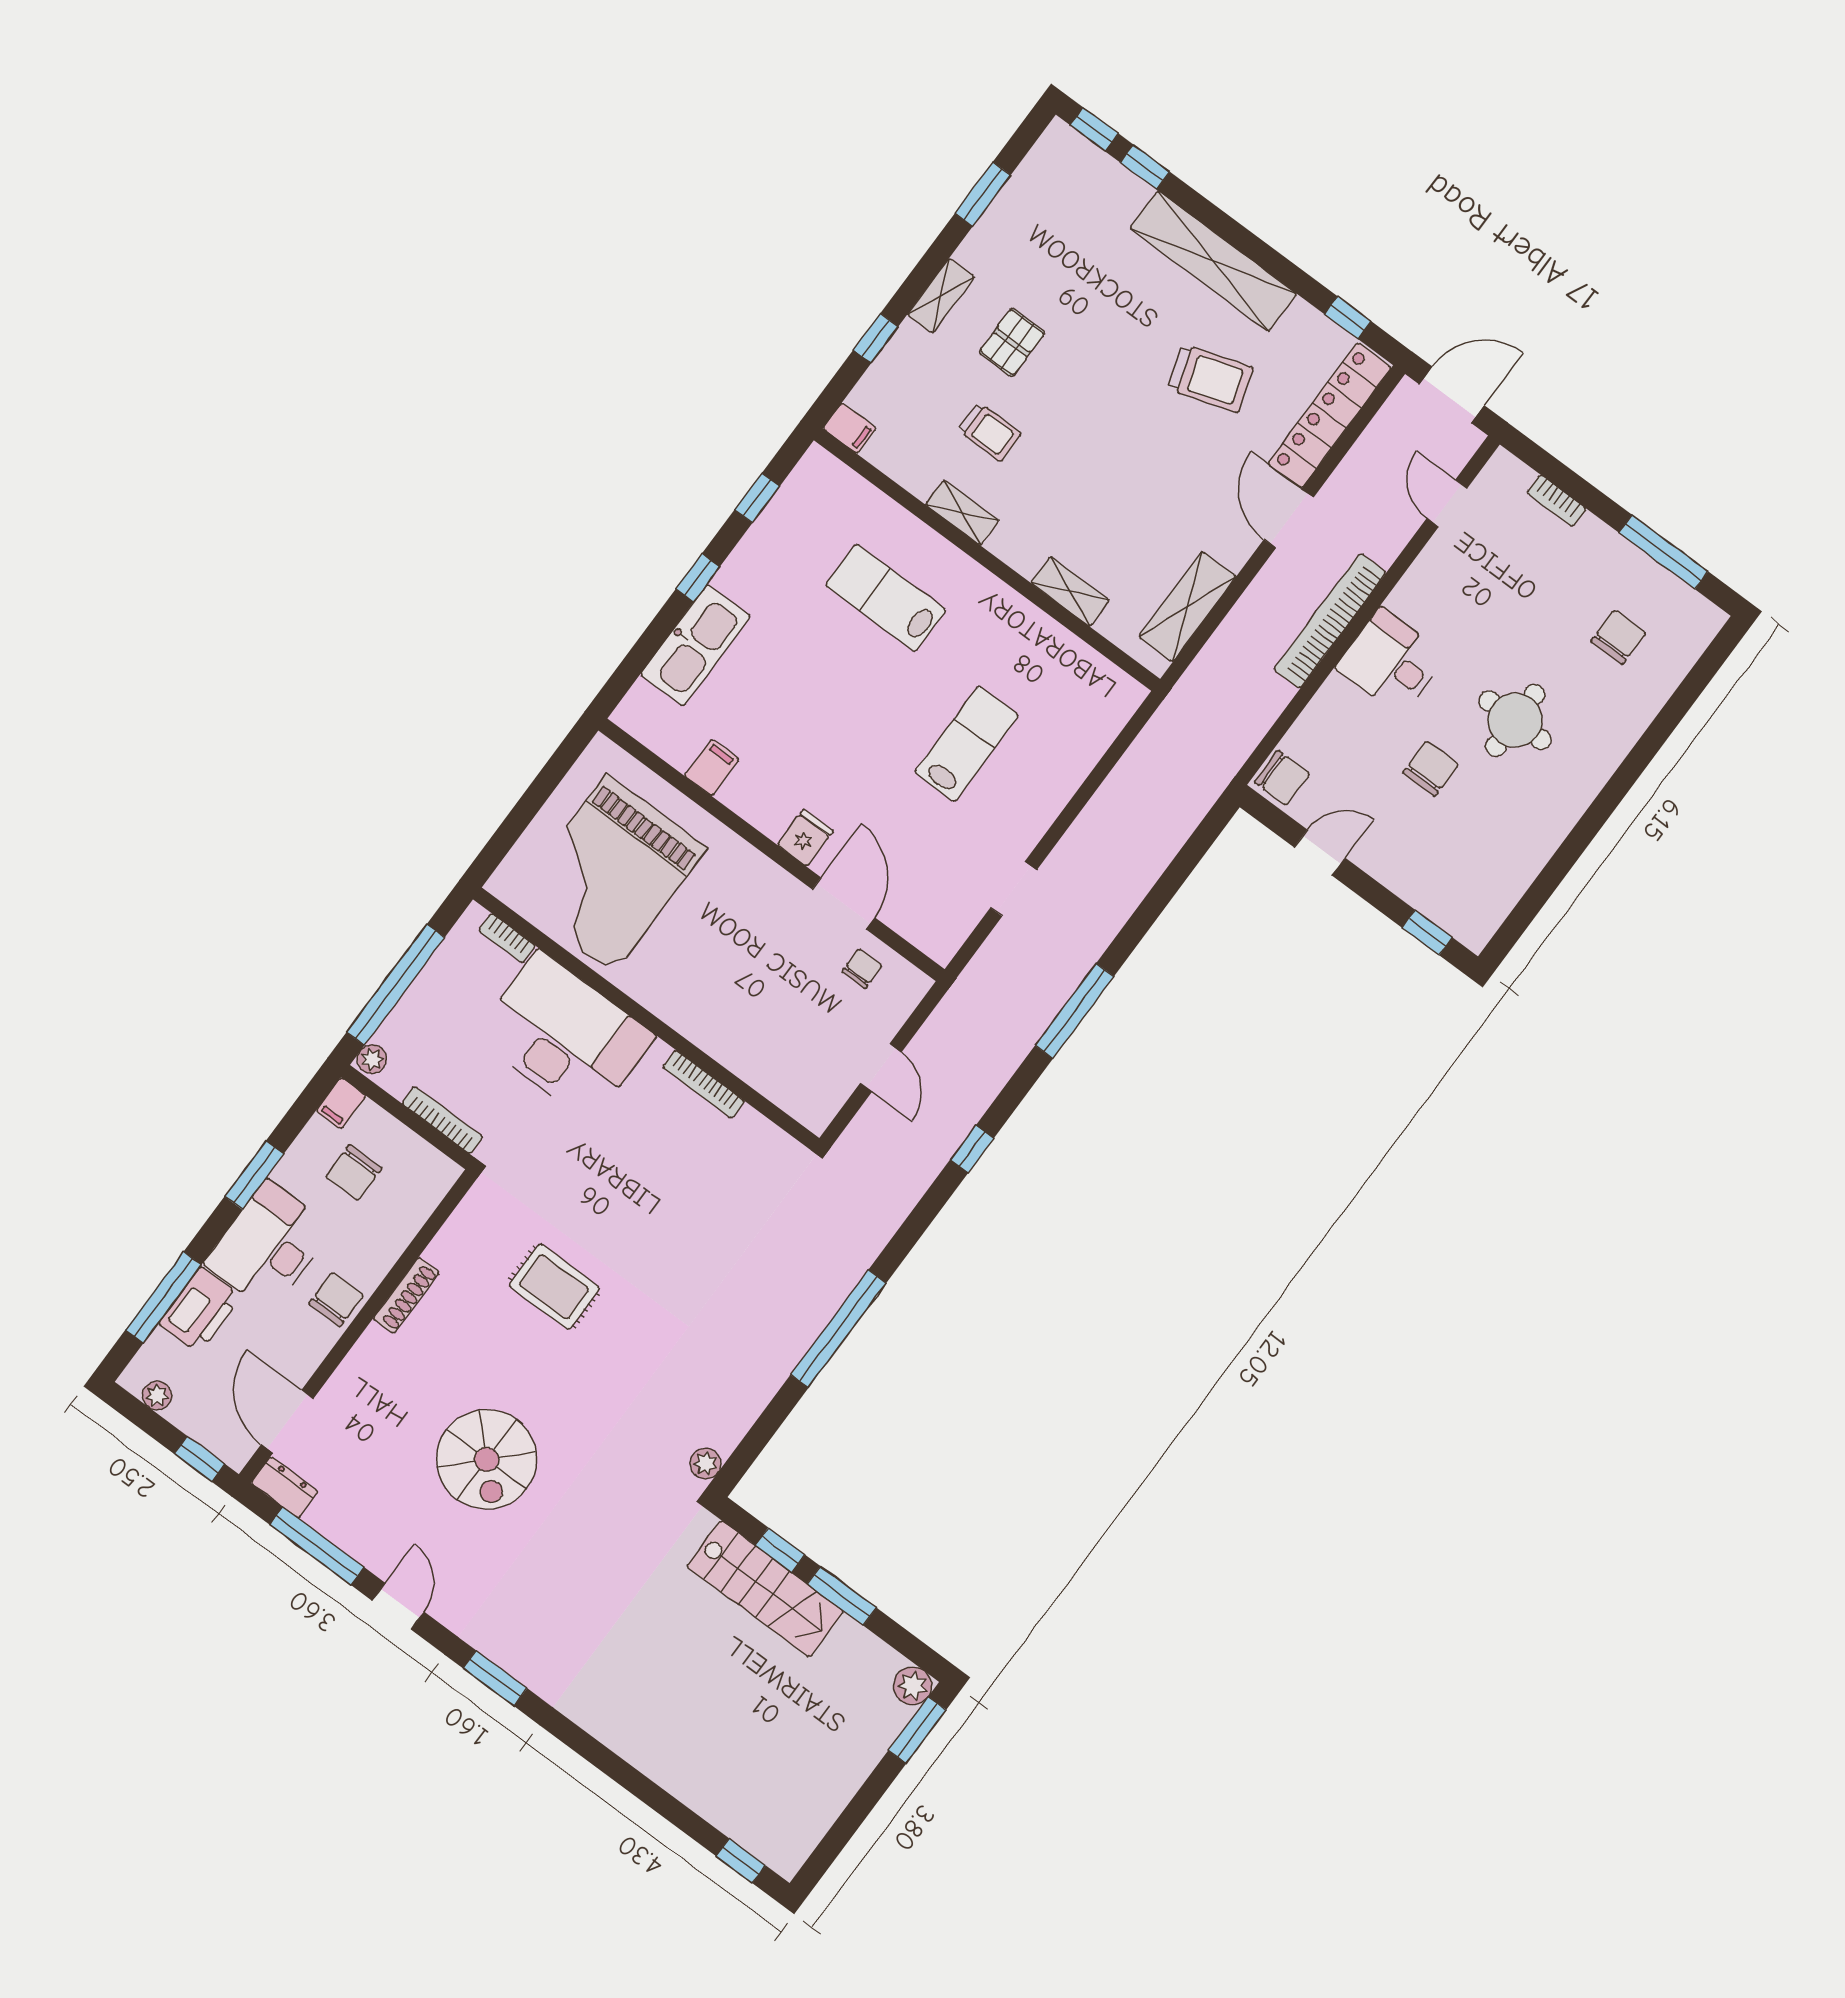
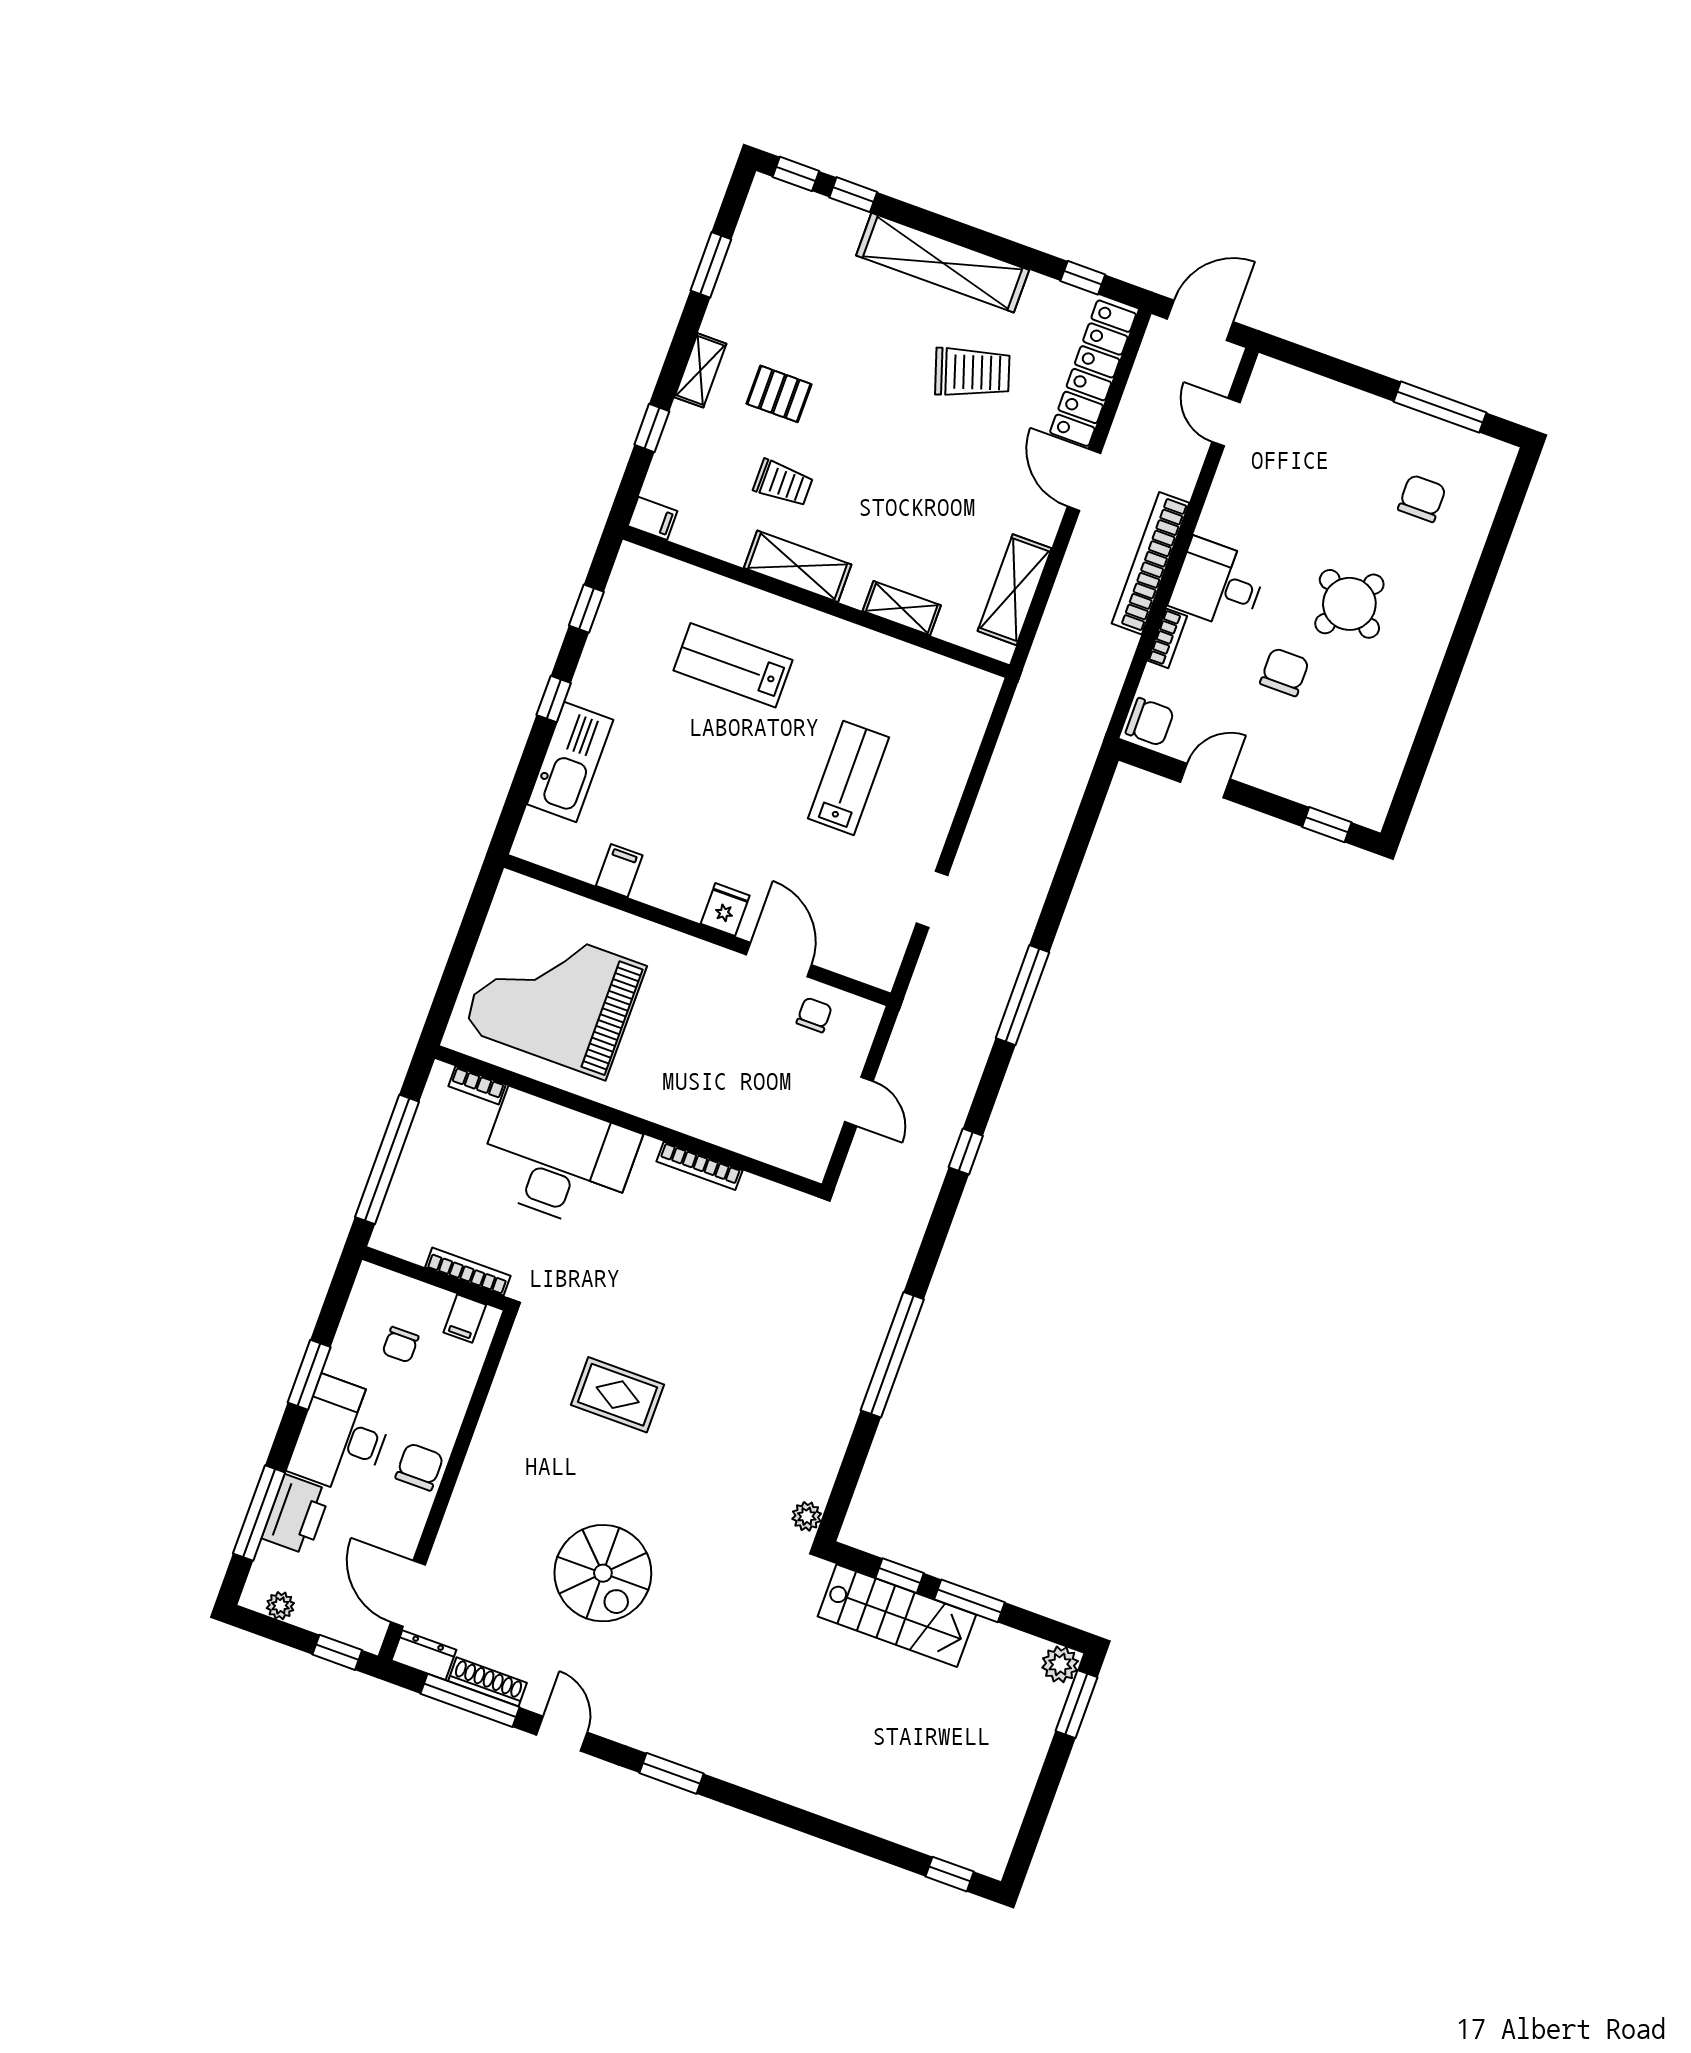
pallet: (1012, 342) -> (779, 394), turned 90
bookcase: (1557, 501) -> (1167, 638), moved, turned -90
shelving: (962, 513) -> (798, 566), width x1.50, depth x1.33
round table: (1515, 720) -> (1349, 604), turned 31
grand piano: (610, 874) -> (554, 997), turned 90
plant: (372, 1059) -> (386, 1235), removed
filing cabinet: (341, 1103) -> (465, 1319), moved
chair: (354, 1173) -> (400, 1345), width x0.73, depth x0.73
shoe rack: (406, 1295) -> (487, 1682), moved, turned -90

